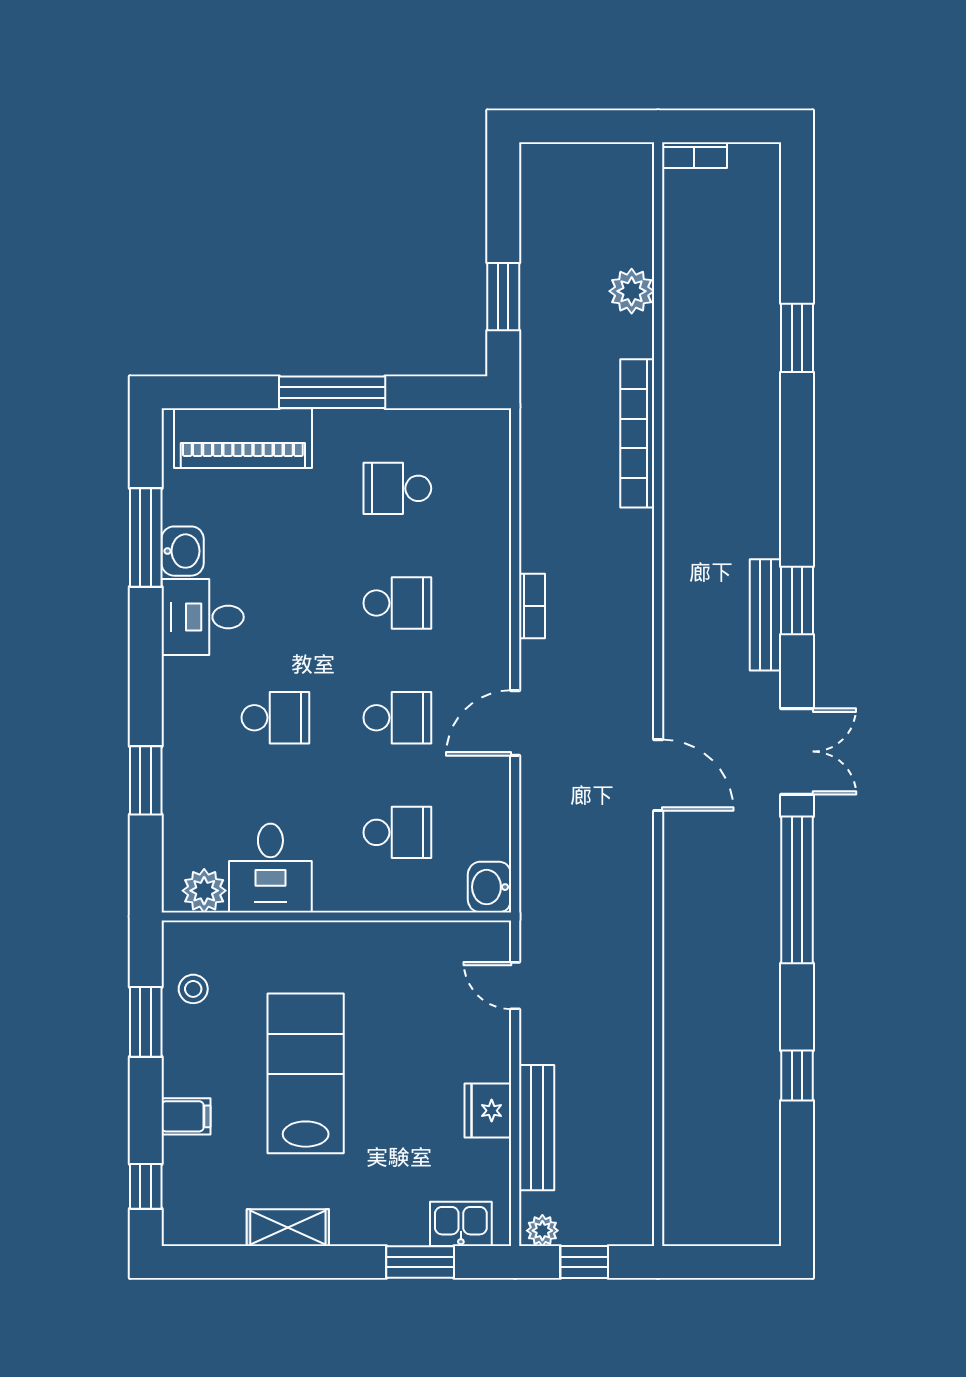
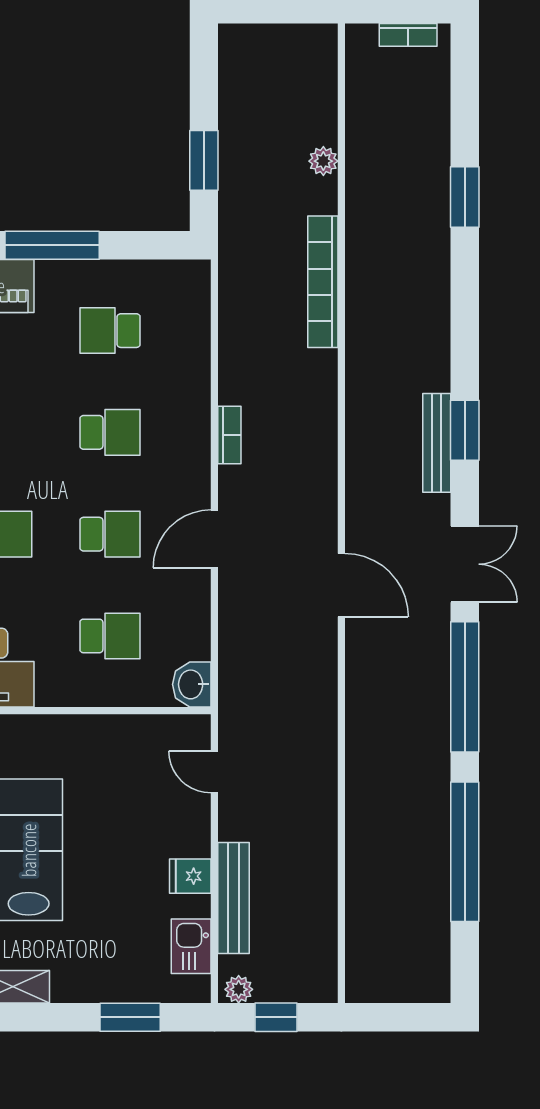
bookcase: (694, 155) -> (408, 35), moved
plant: (632, 291) -> (323, 161), width x0.73, depth x0.73
window: (797, 1076) -> (465, 852), width x3.17
fridge: (488, 1111) -> (190, 876), width x0.72
kitchen sink: (461, 1224) -> (191, 946), moved, turned -90

